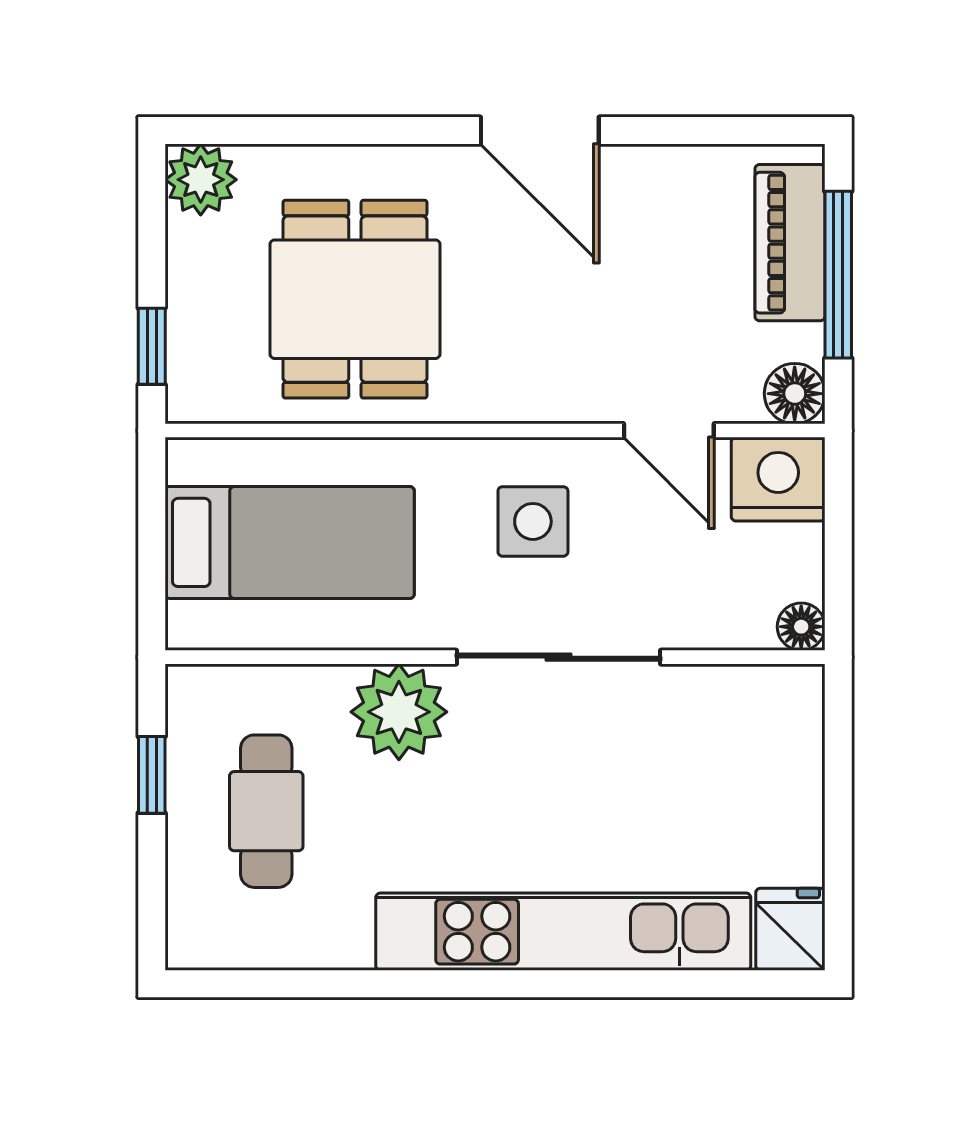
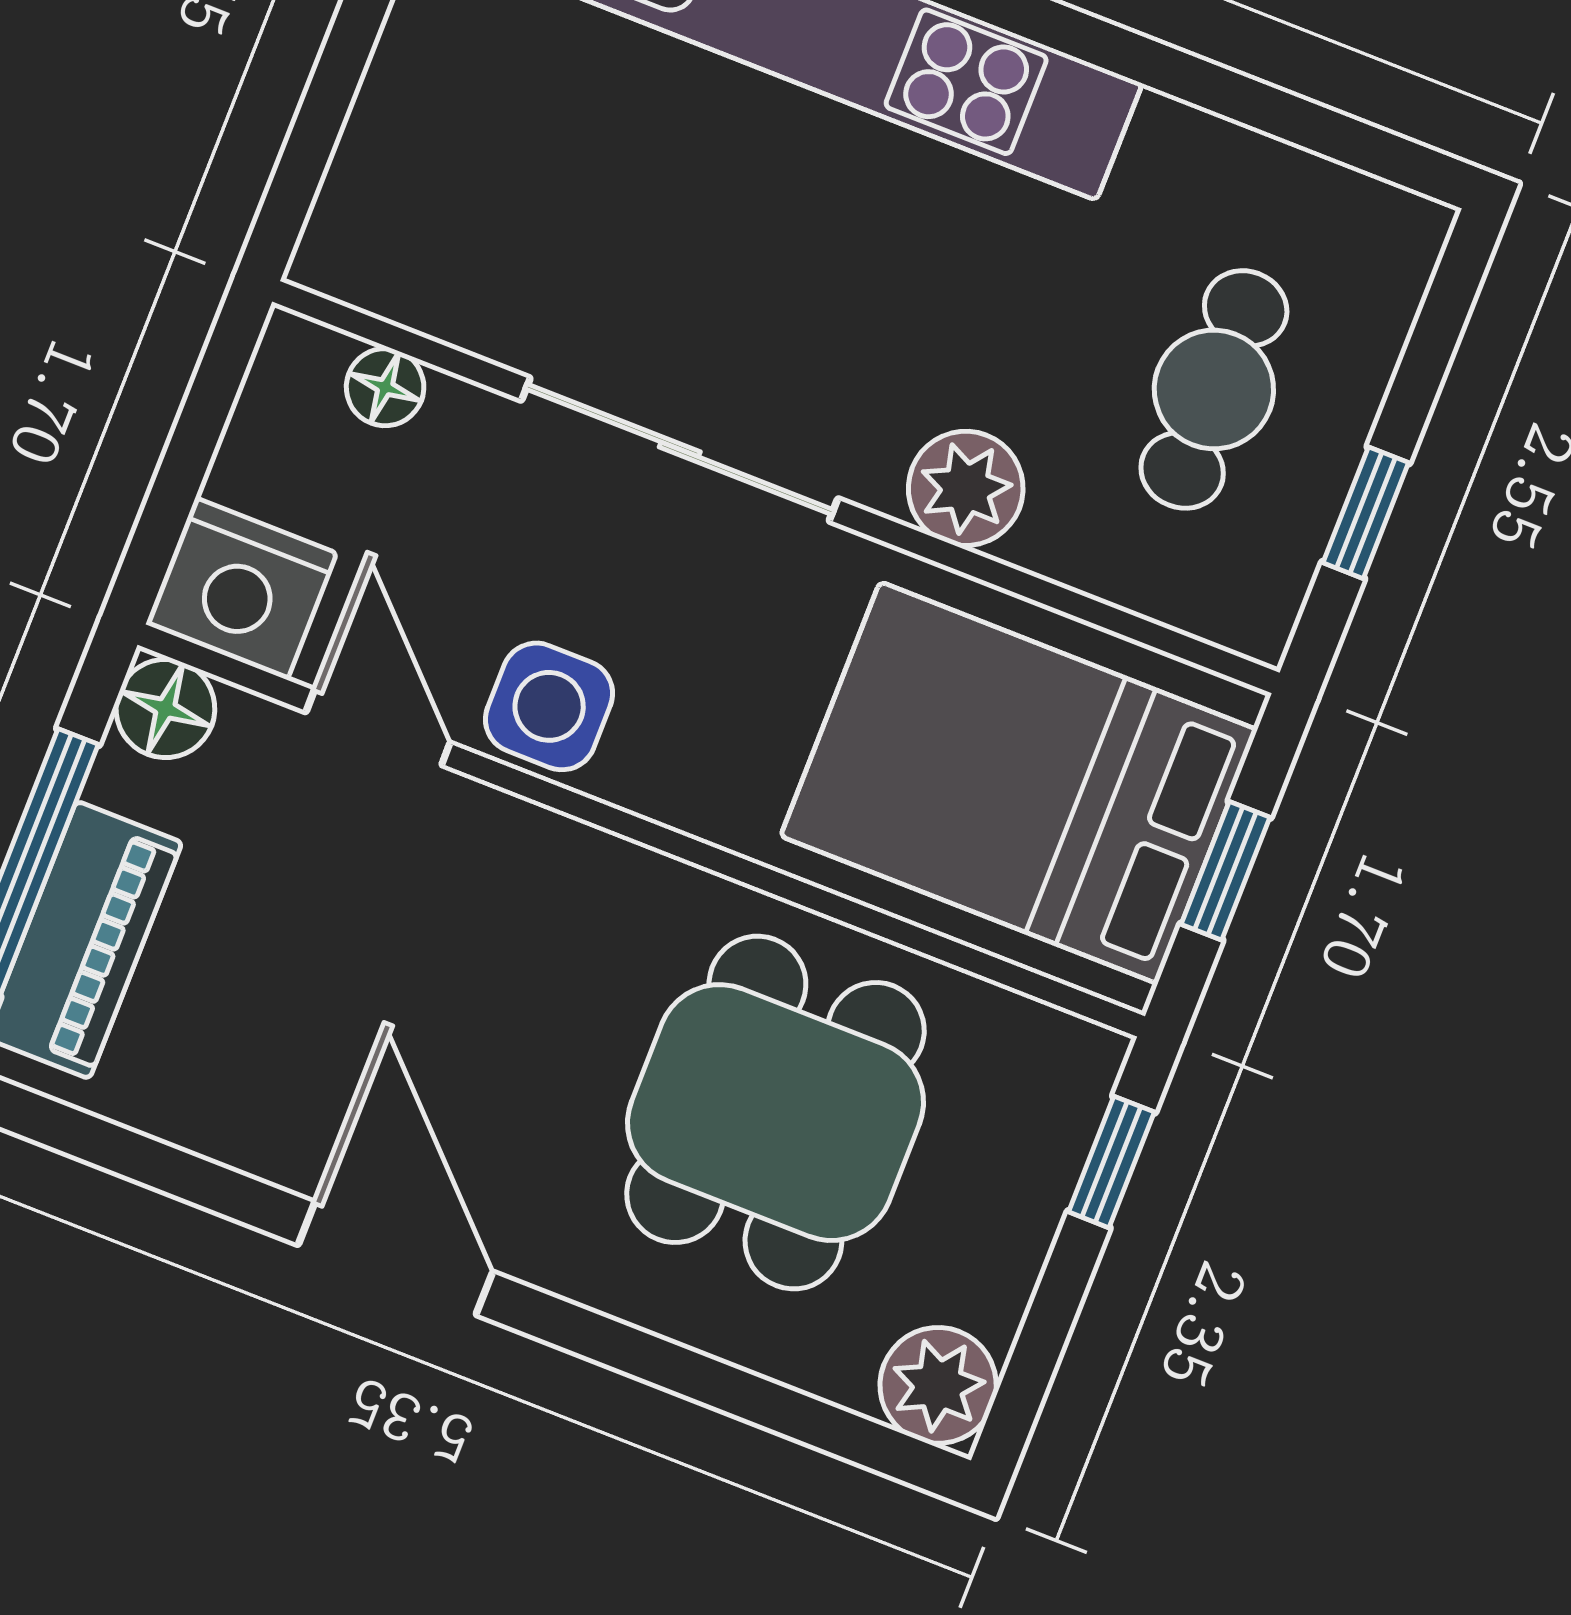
side table: (533, 521) -> (549, 706), moved
window: (152, 538) -> (1226, 871), added
bed: (290, 542) -> (1019, 783), width x1.50
floor lamp: (801, 627) -> (385, 387), moved
plant: (399, 712) -> (966, 488), width x0.73, depth x0.73

